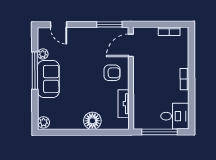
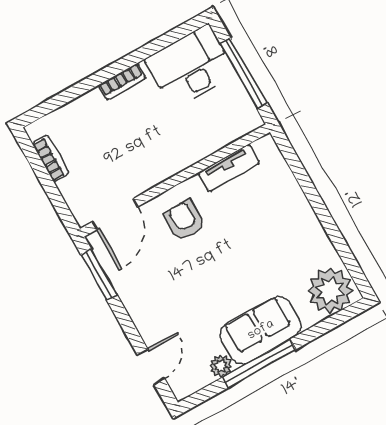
door: (131, 45) -> (115, 214), hinge flipped
desk: (175, 116) -> (190, 67), width x1.37
floor lamp: (92, 121) -> (292, 207), removed
plant: (44, 122) -> (330, 291), width x1.88, depth x1.88

